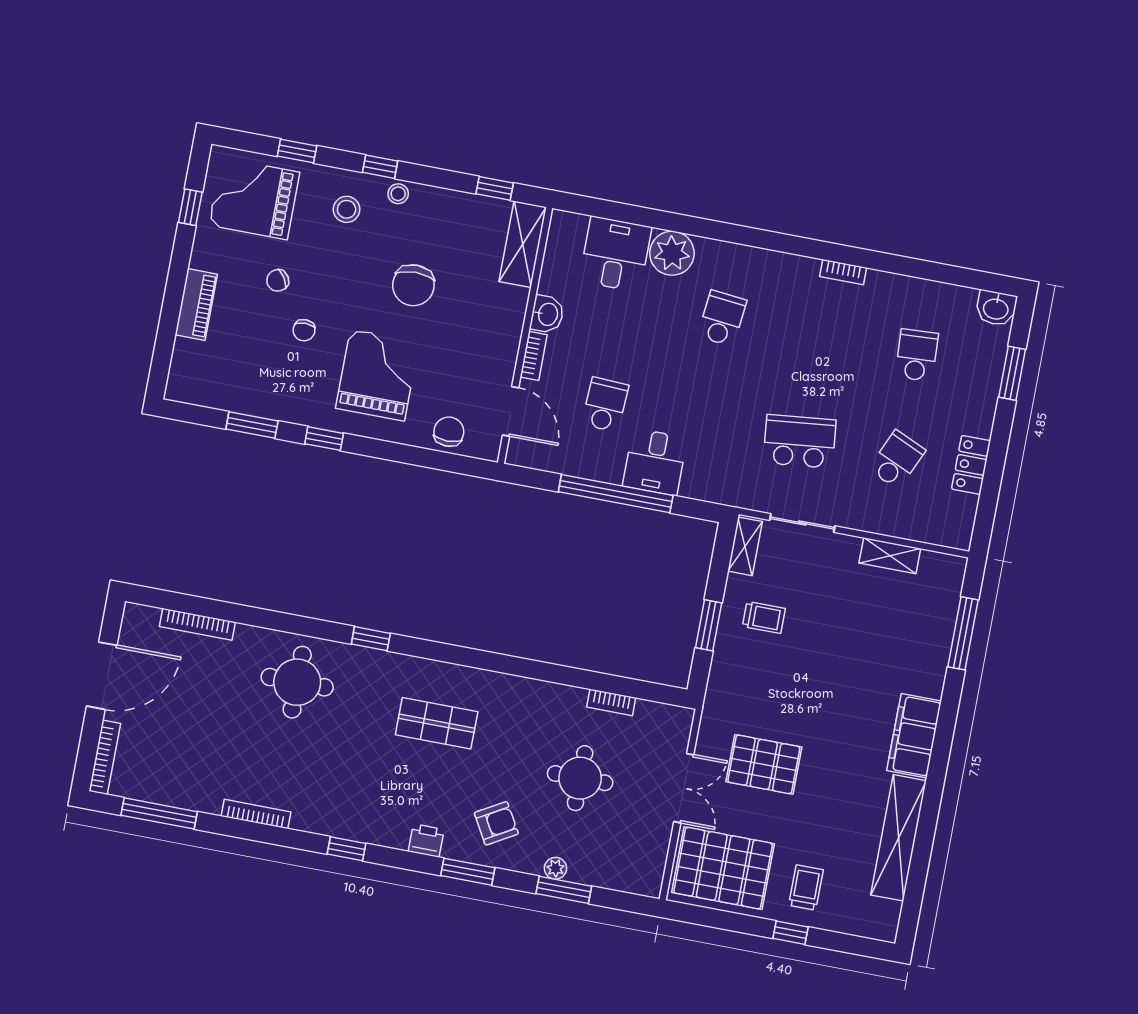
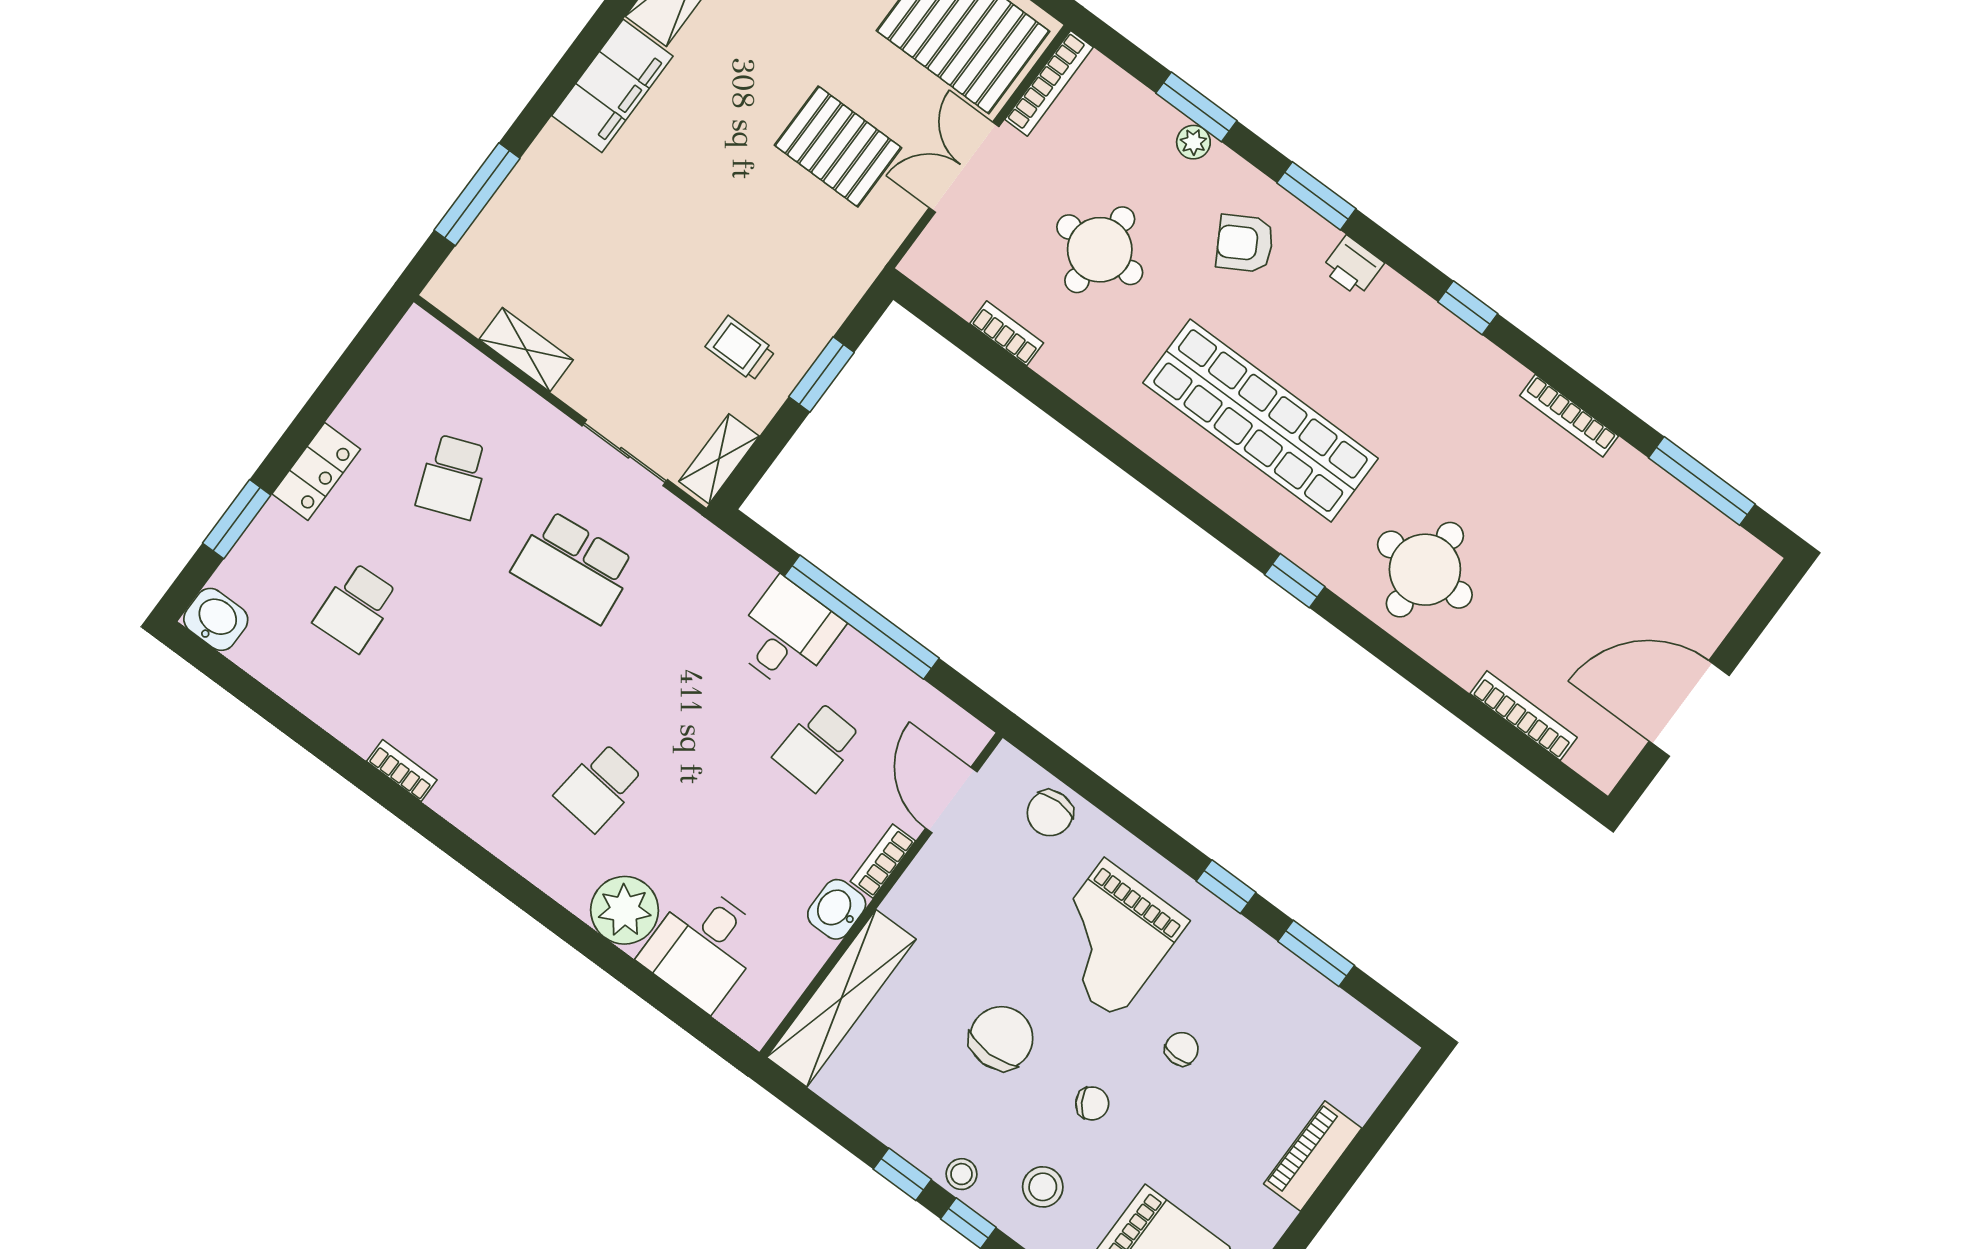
window: (495, 188) -> (902, 1174), moved
shelving: (523, 244) -> (841, 998), width x1.47
chair: (278, 280) -> (1092, 1103), moved
school desk: (897, 460) -> (453, 477), turned -45
locker: (971, 465) -> (316, 471), moved
shop shelf: (437, 723) -> (1261, 421), width x2.00, depth x1.36
bookcase: (105, 757) -> (1049, 83), moved, turned 180

